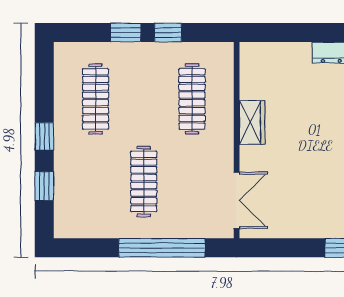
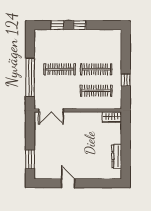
window: (126, 33) -> (126, 61), removed
clothes rail: (96, 99) -> (96, 69), moved
wardrobe: (252, 123) -> (112, 117), moved

